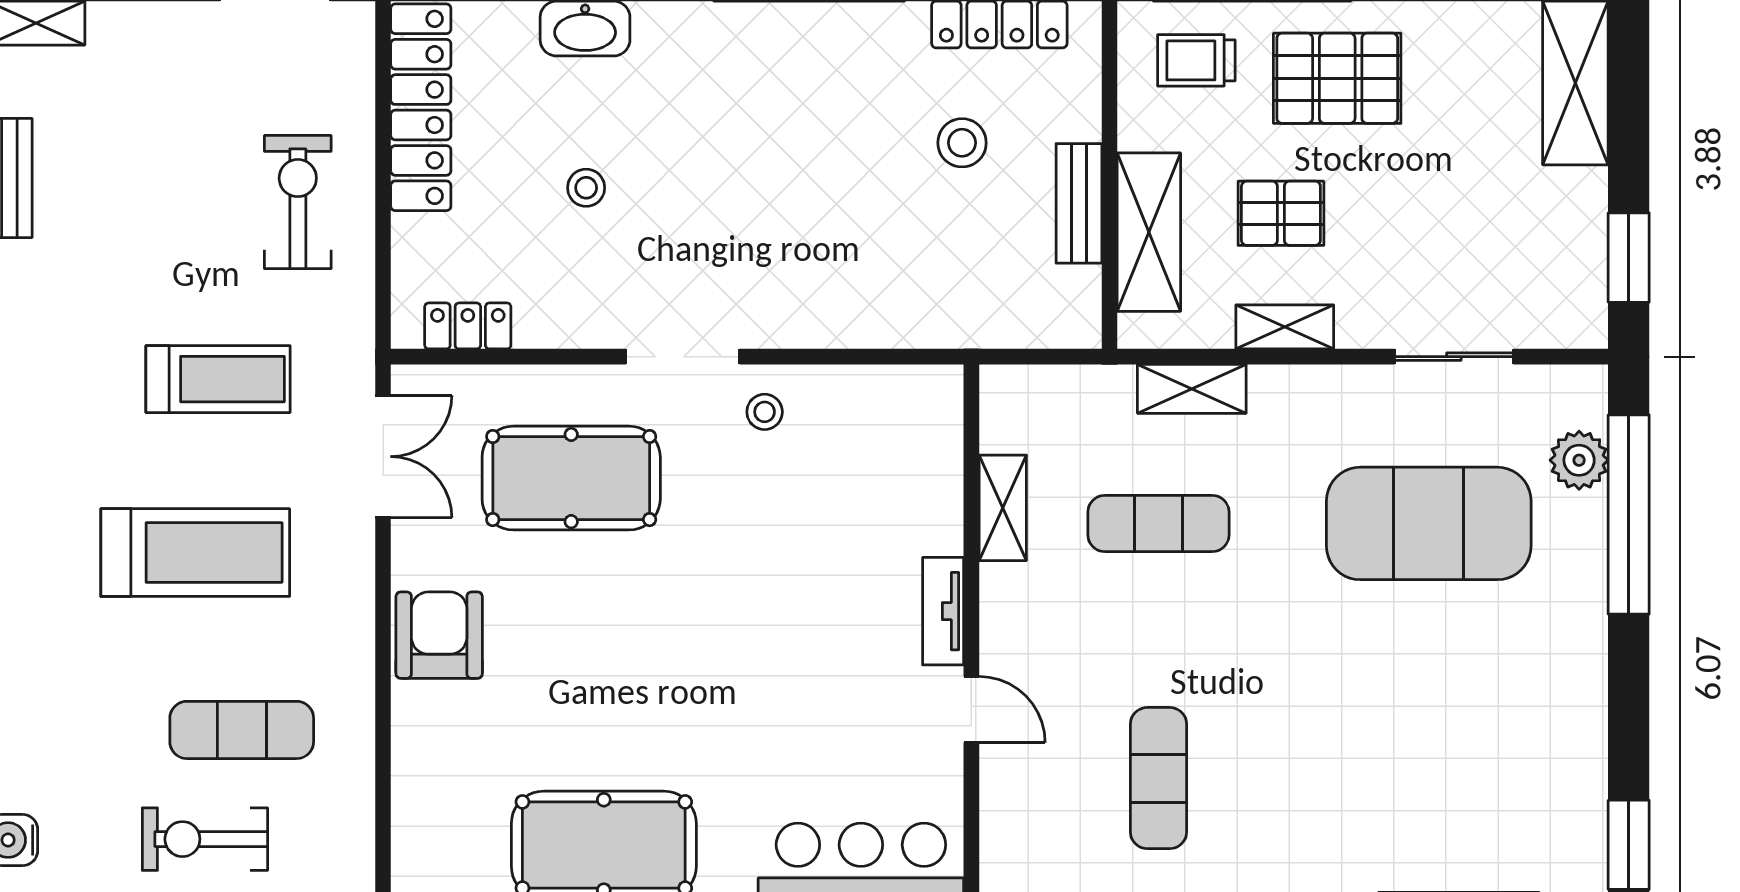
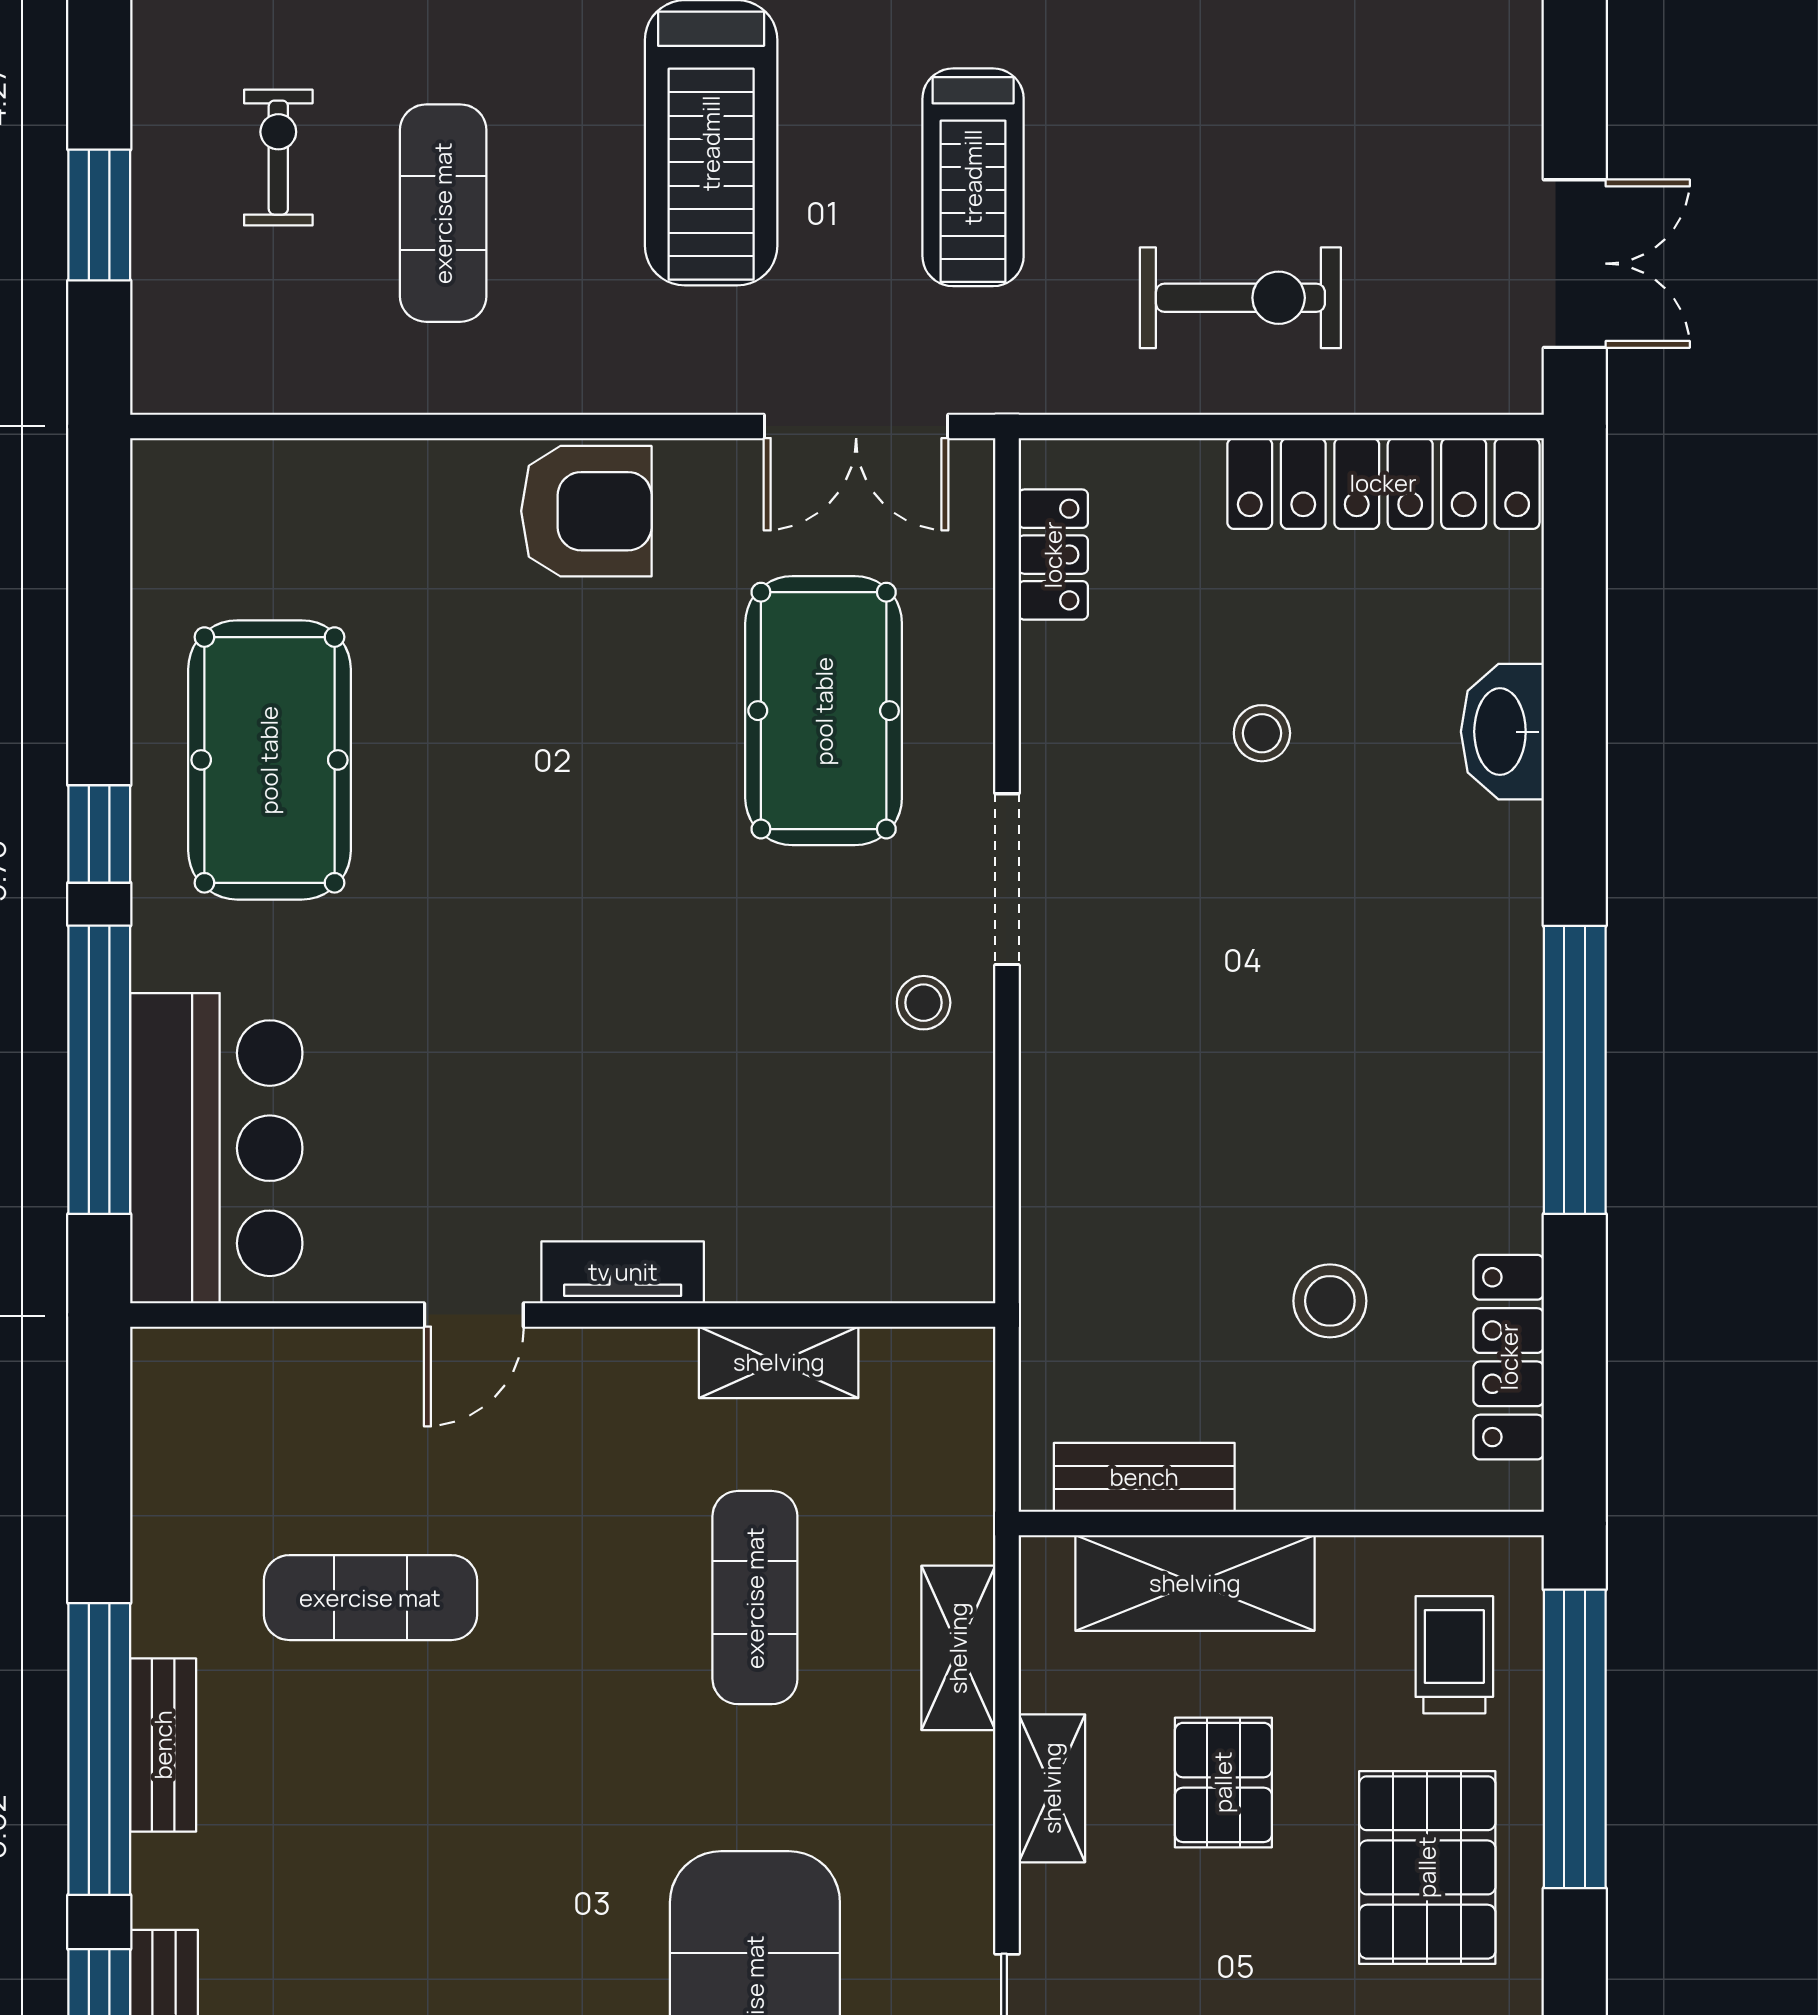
bench: (1079, 203) -> (1144, 1477), moved
exercise bike: (205, 839) -> (278, 158), width x0.73, depth x0.72

